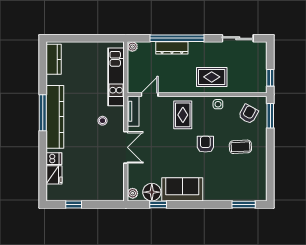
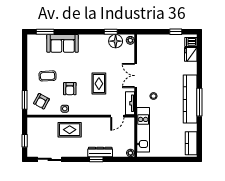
window: (177, 38) -> (96, 159), width x0.32
window: (270, 78) -> (25, 141), moved
rug: (183, 115) -> (99, 84), moved
armchair: (205, 144) -> (70, 89), moved
dishwasher: (54, 159) -> (191, 42), moved
sofa: (182, 189) -> (63, 43), moved

